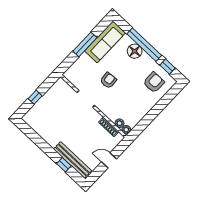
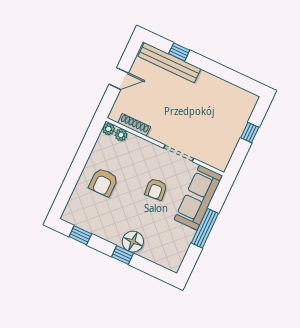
sofa: (105, 42) -> (198, 198), moved
window: (144, 45) -> (122, 255), width x0.32
armchair: (154, 82) -> (103, 182), moved

